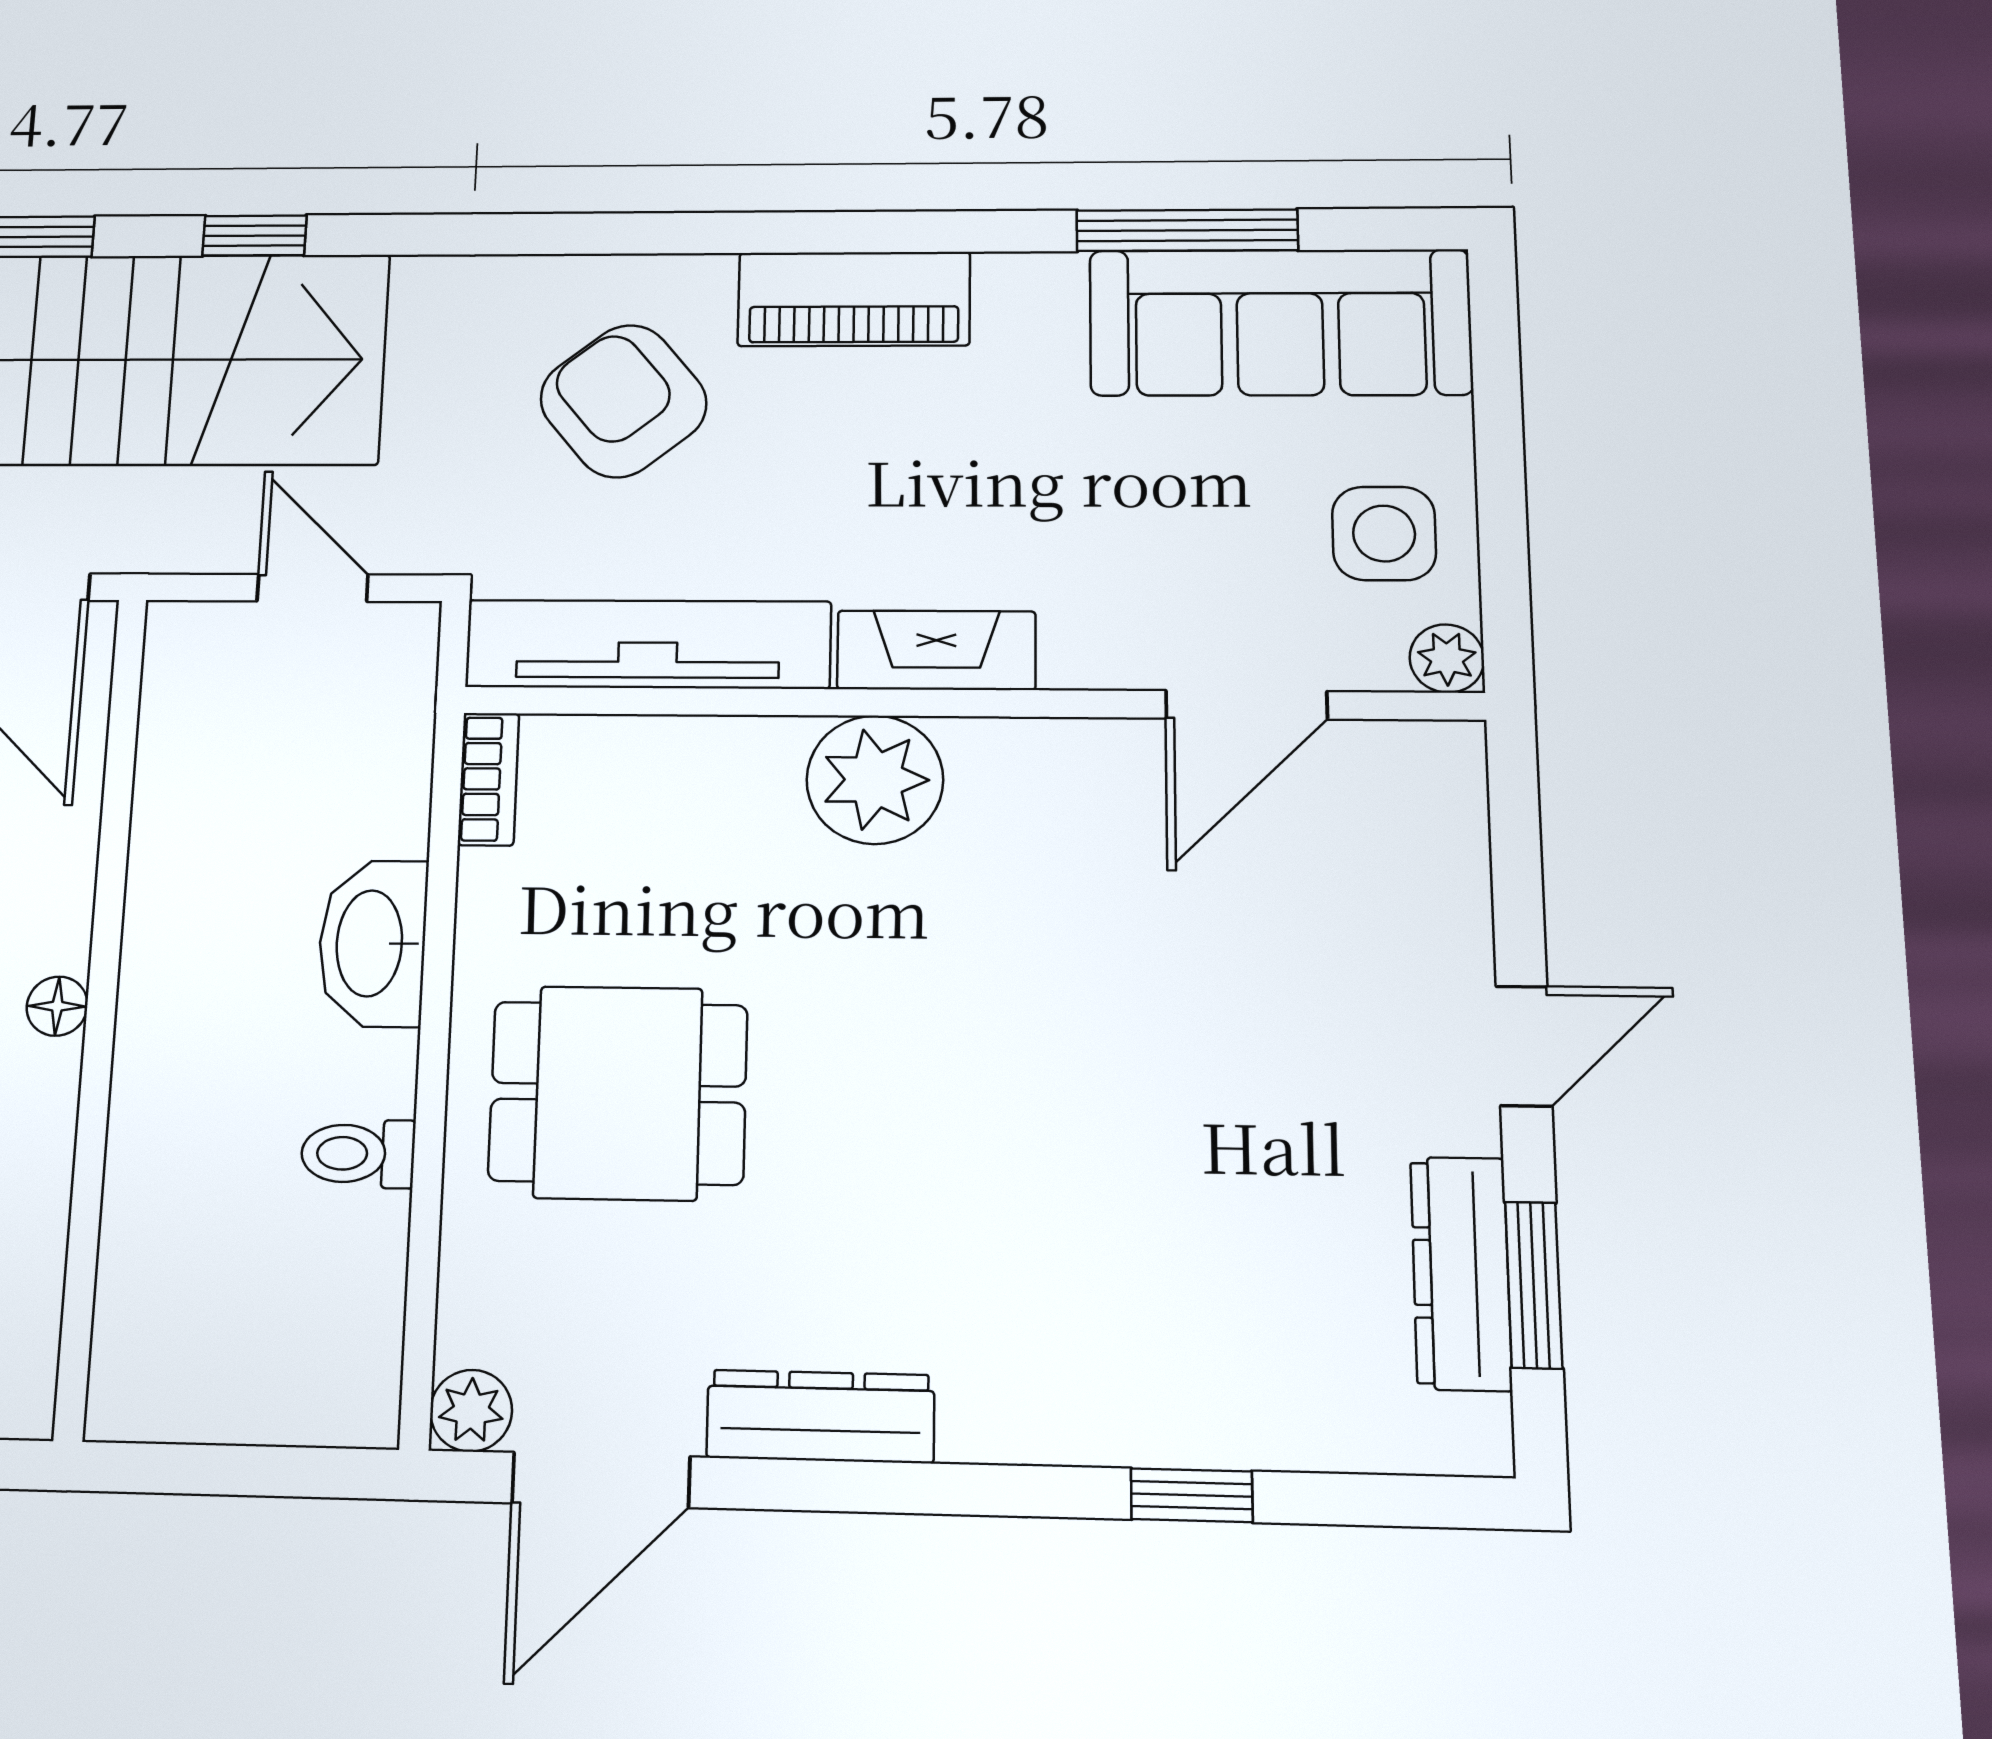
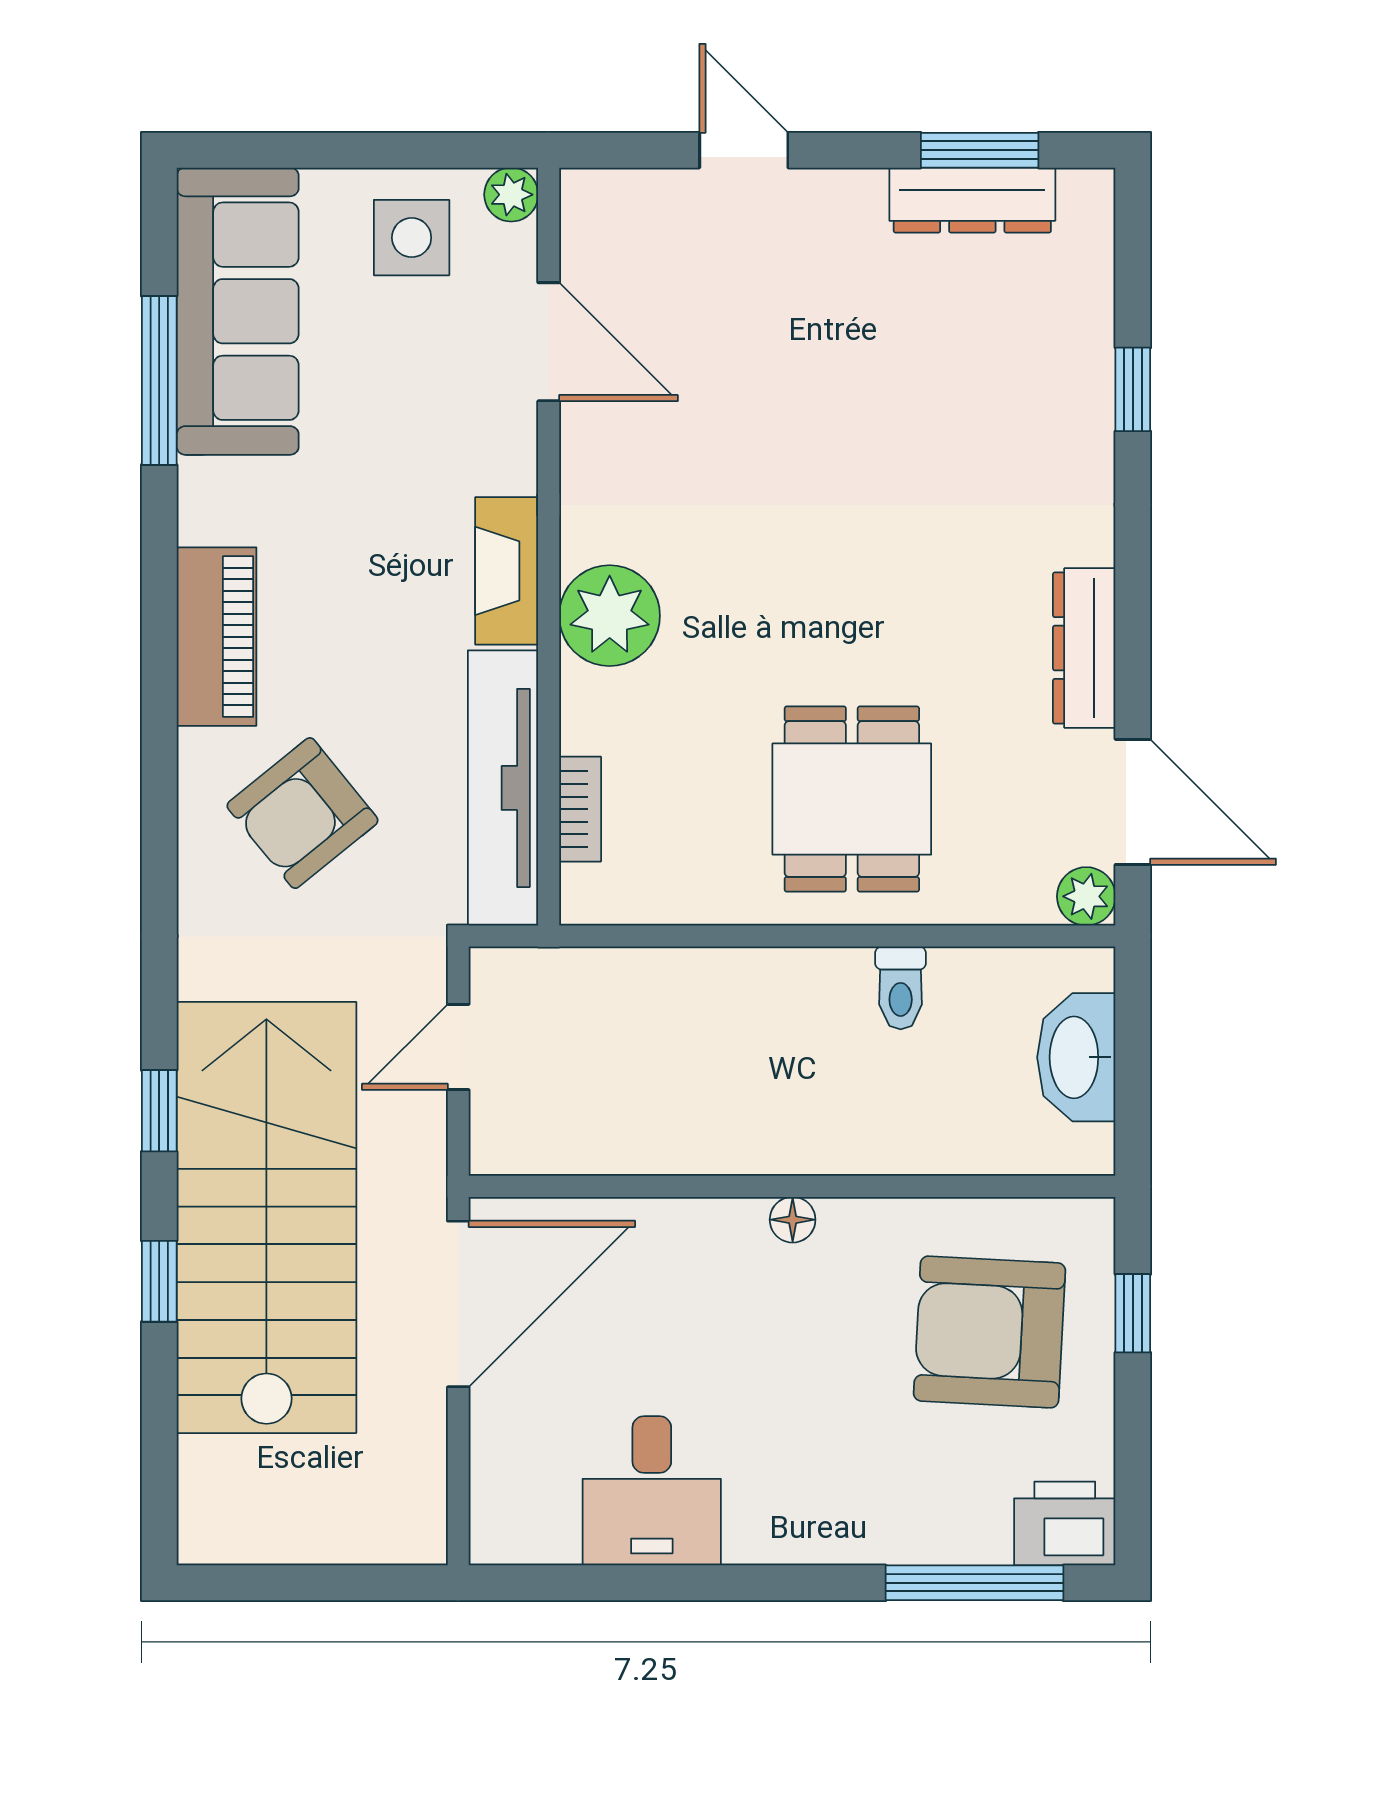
bookcase: (488, 779) -> (580, 809), moved, turned 90
washbasin: (372, 943) -> (1076, 1057), moved, turned 90
door: (1524, 1046) -> (744, 150), moved

